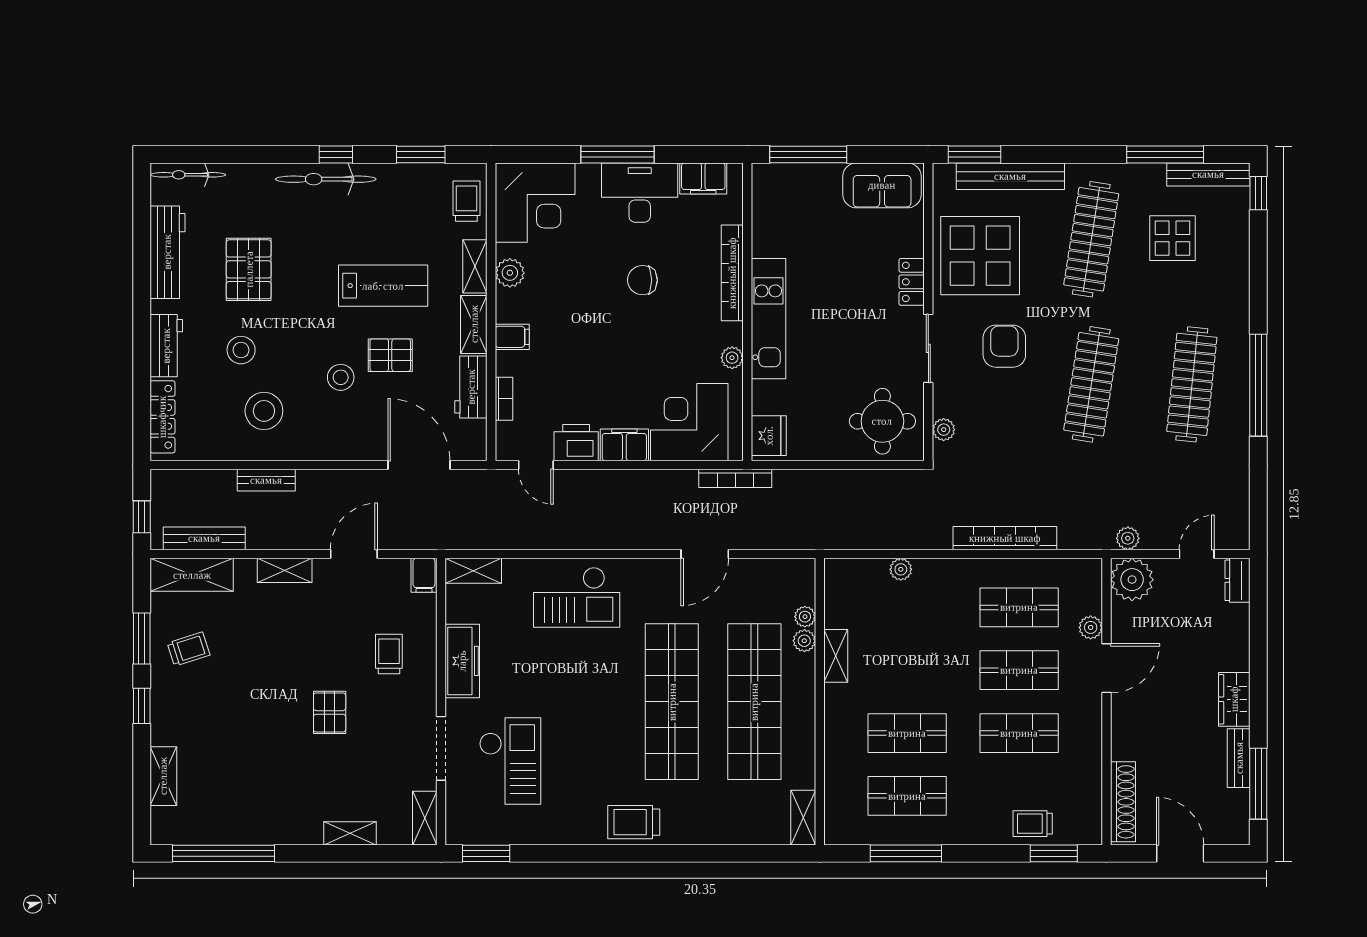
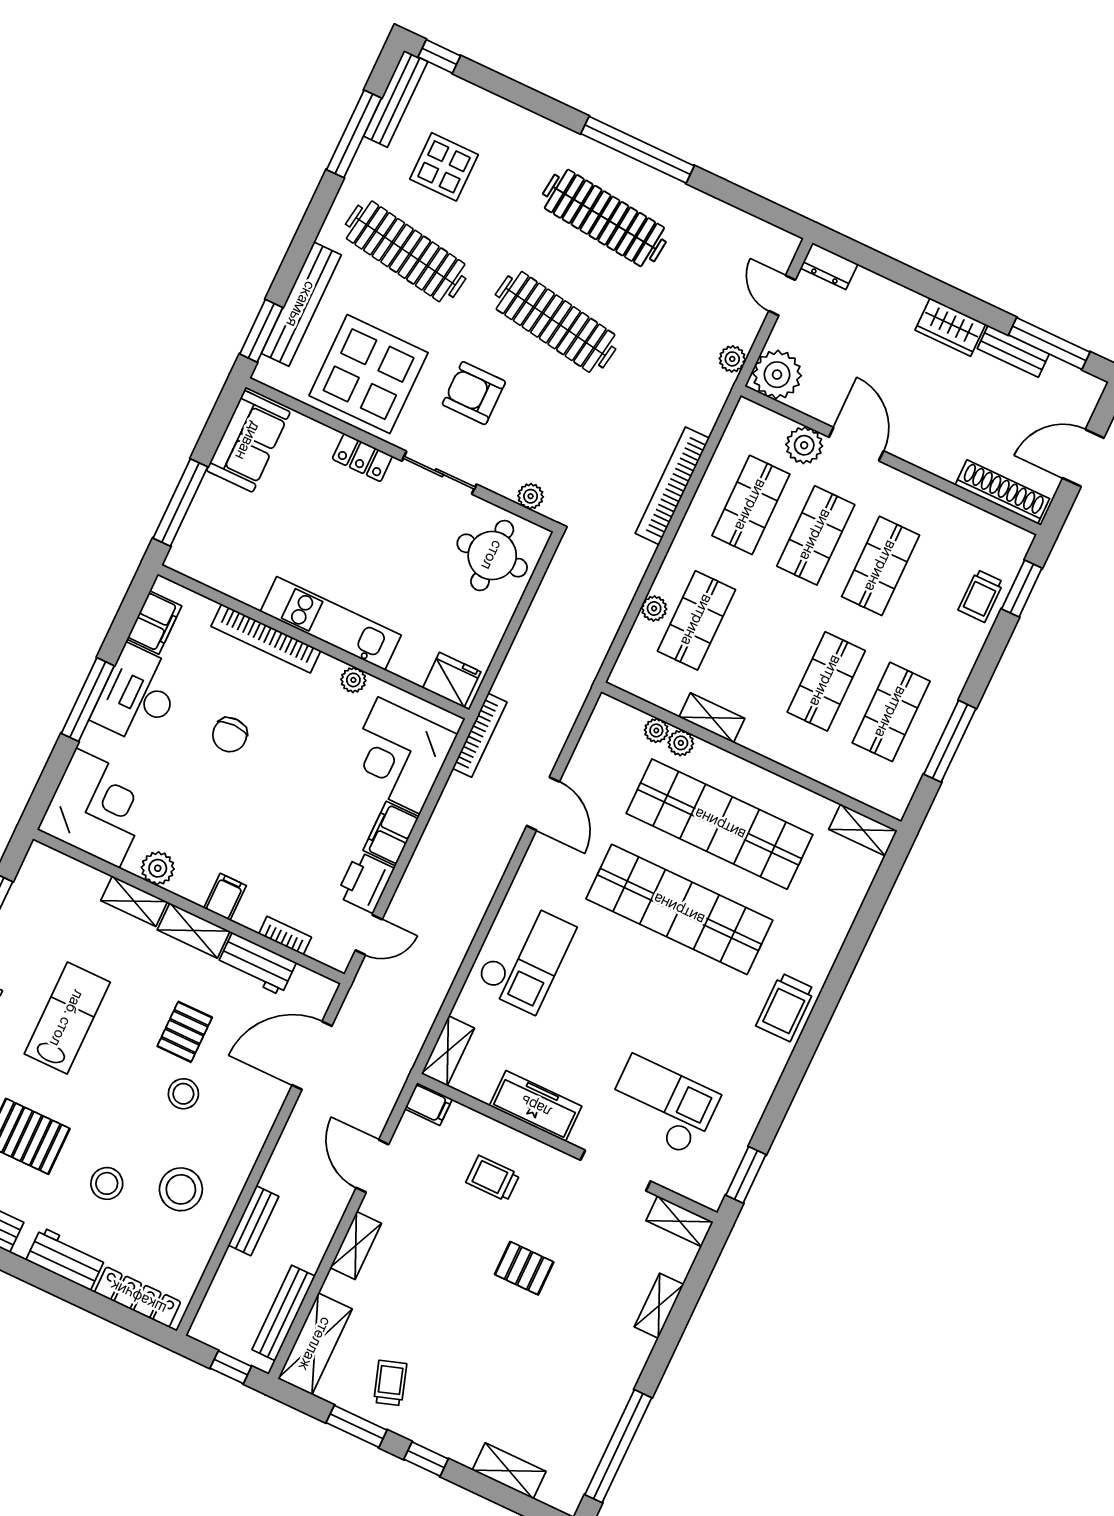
trolley: (466, 201) -> (63, 878), removed
lab bench: (383, 286) -> (67, 1018), moved
shop shelf: (907, 607) -> (697, 620), added
plant: (1091, 627) -> (804, 445), width x1.38, depth x1.38

